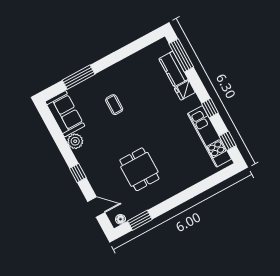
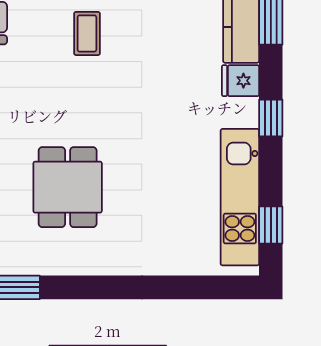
window: (210, 108) -> (271, 118), moved

